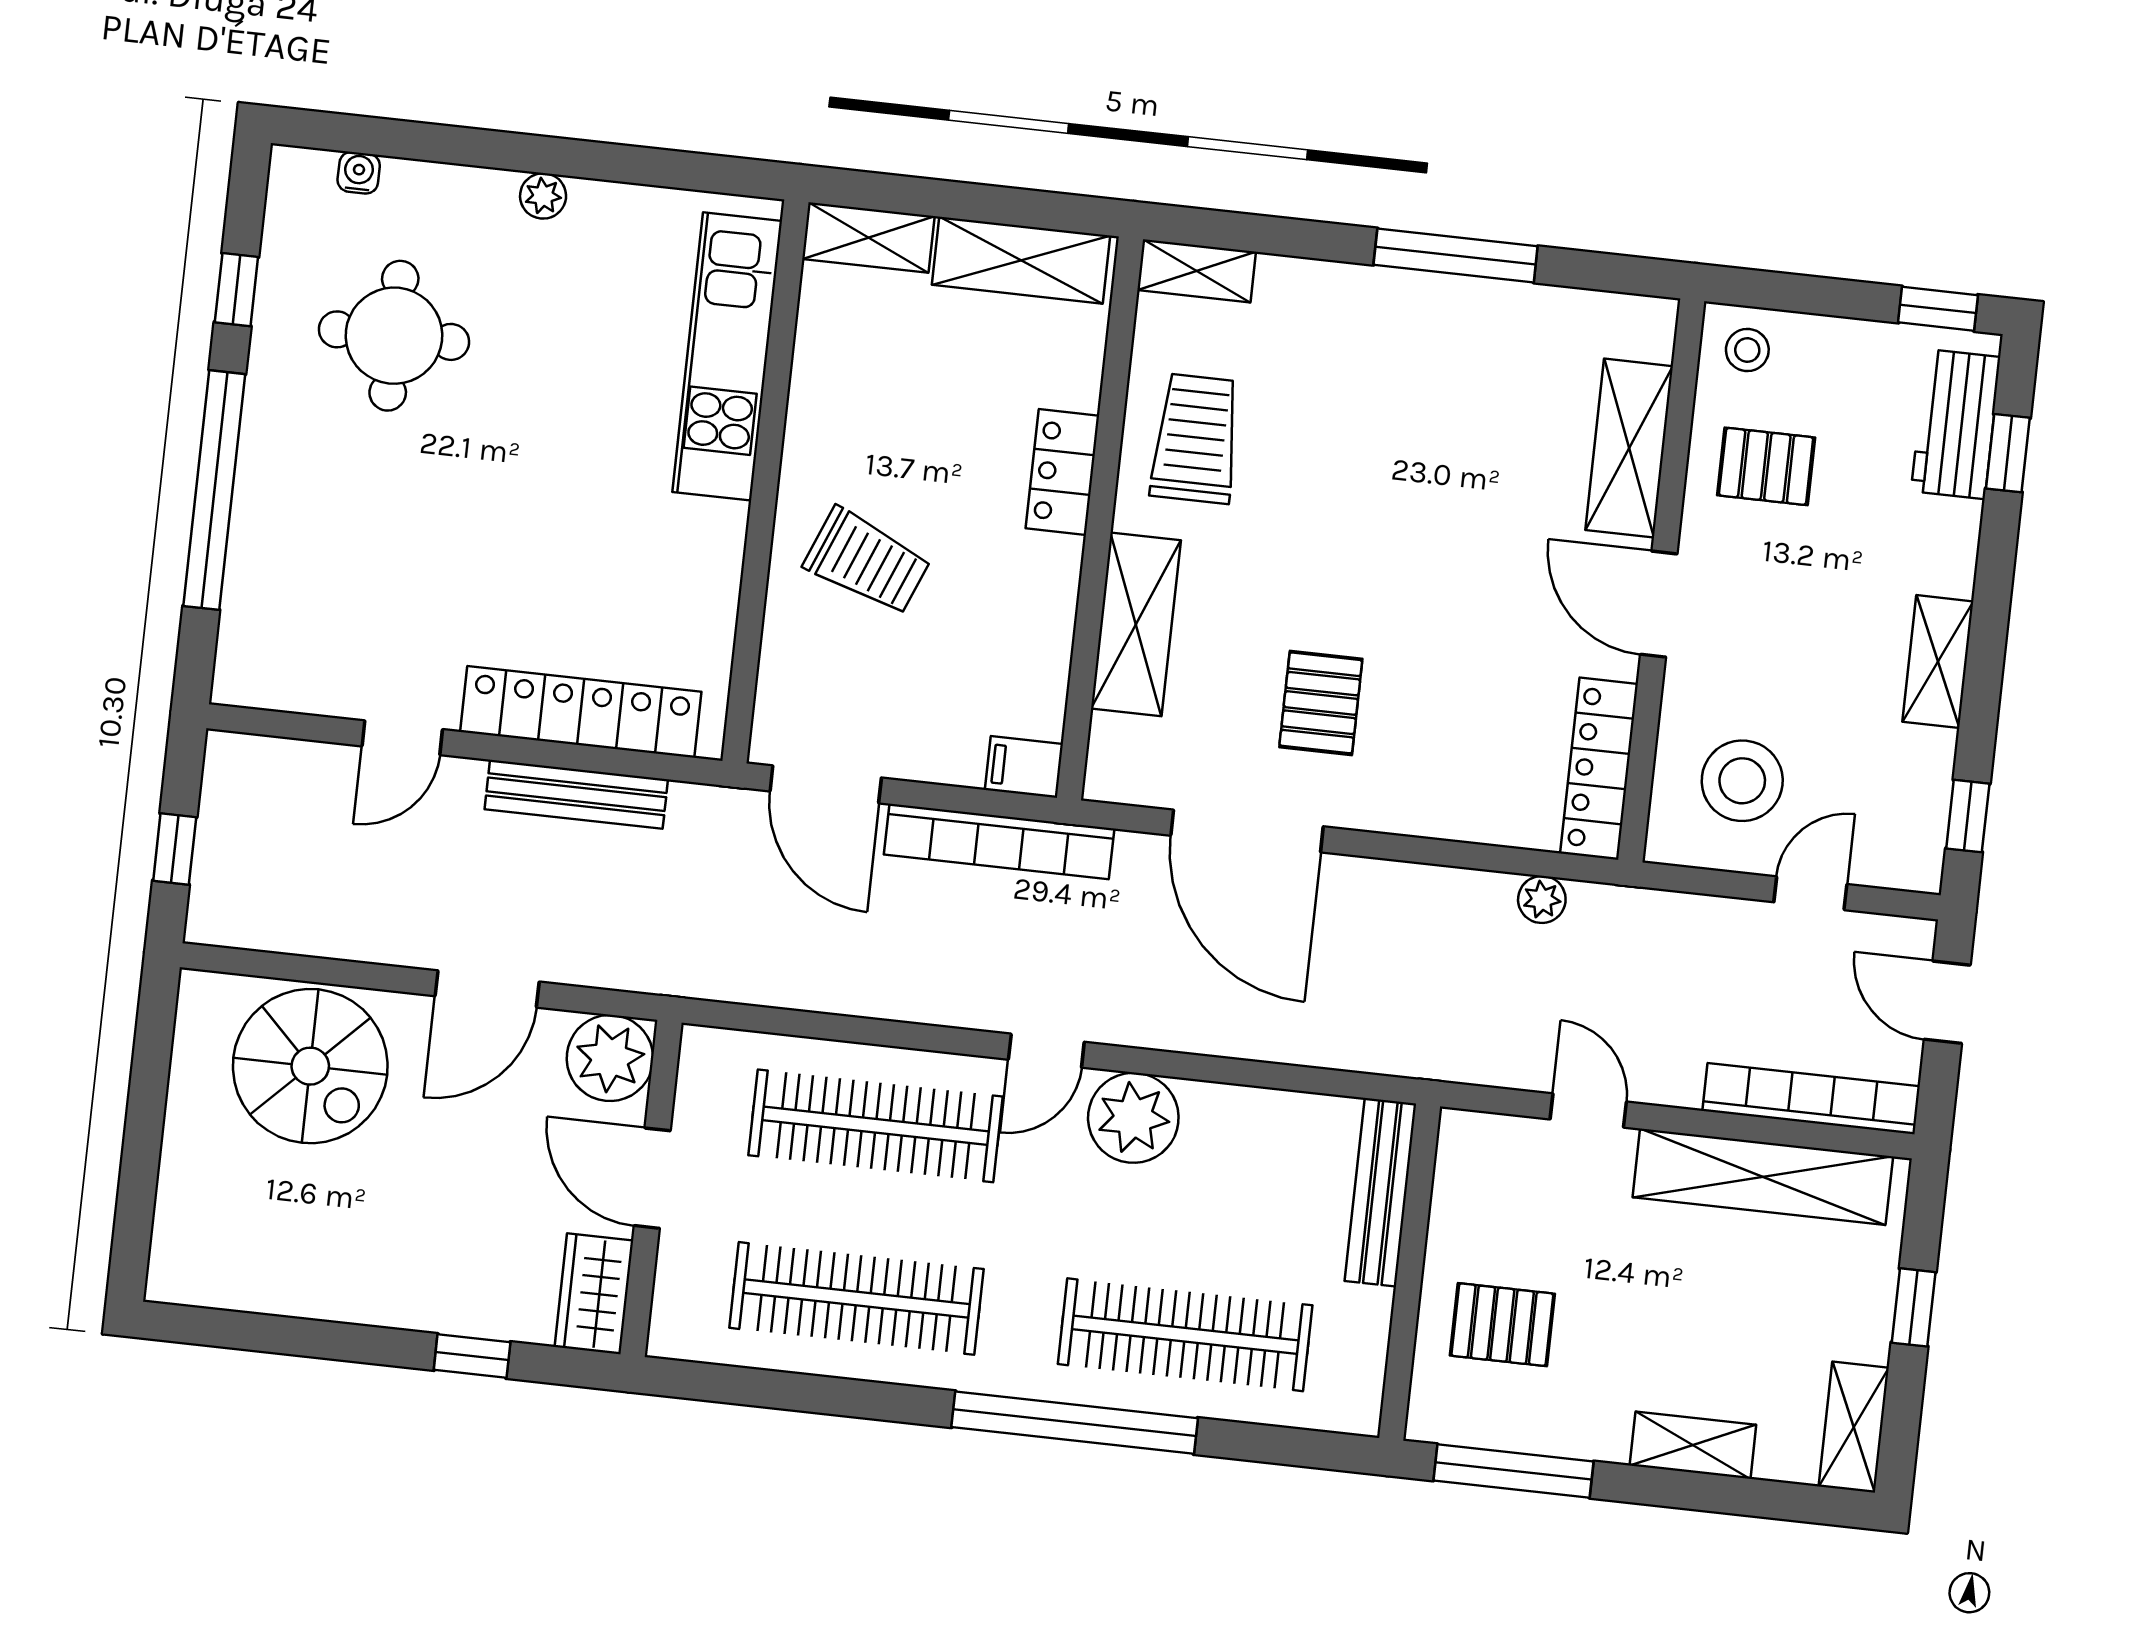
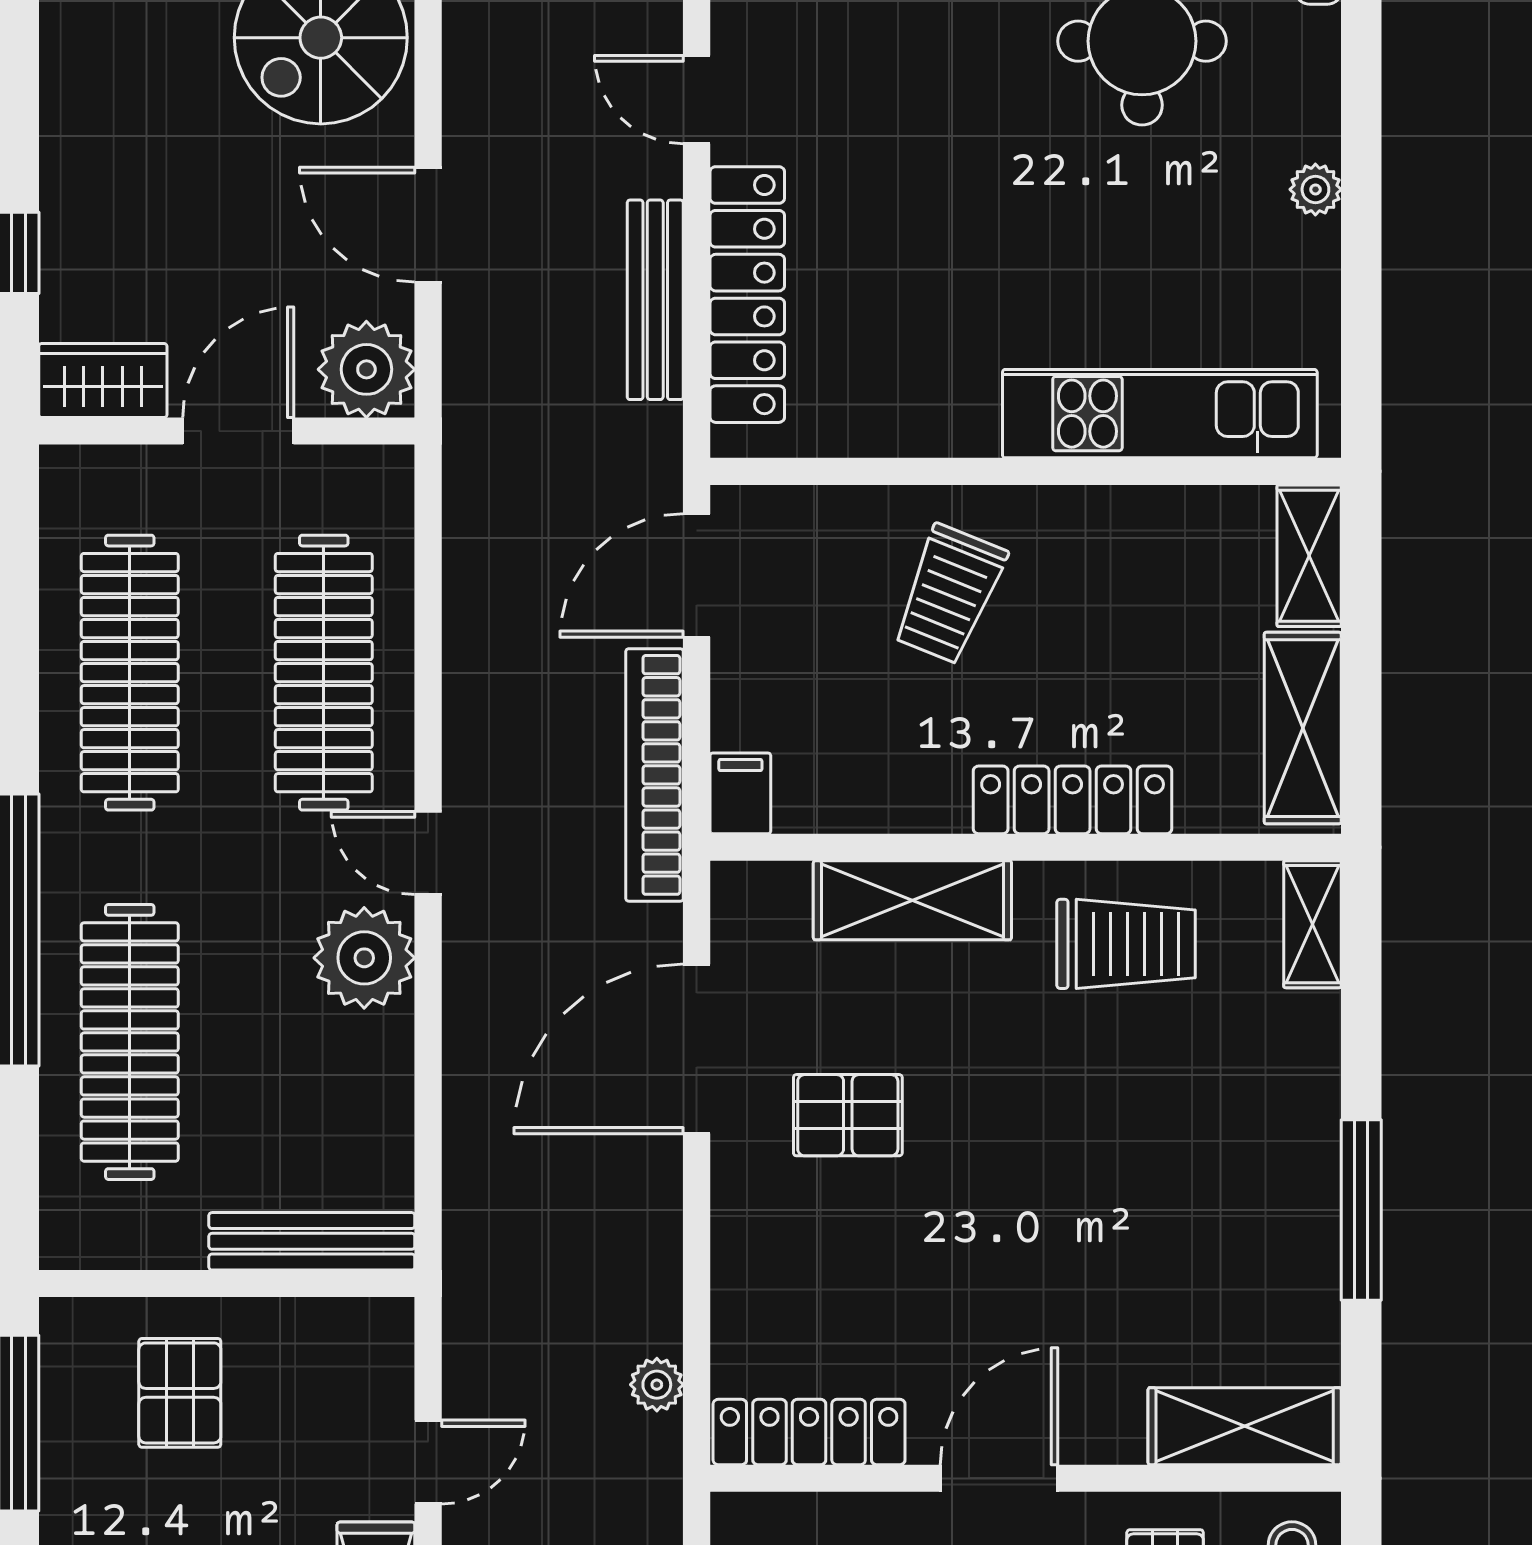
shelving: (1629, 448) -> (1245, 1426), moved
locker: (1062, 472) -> (1073, 800), width x1.53

